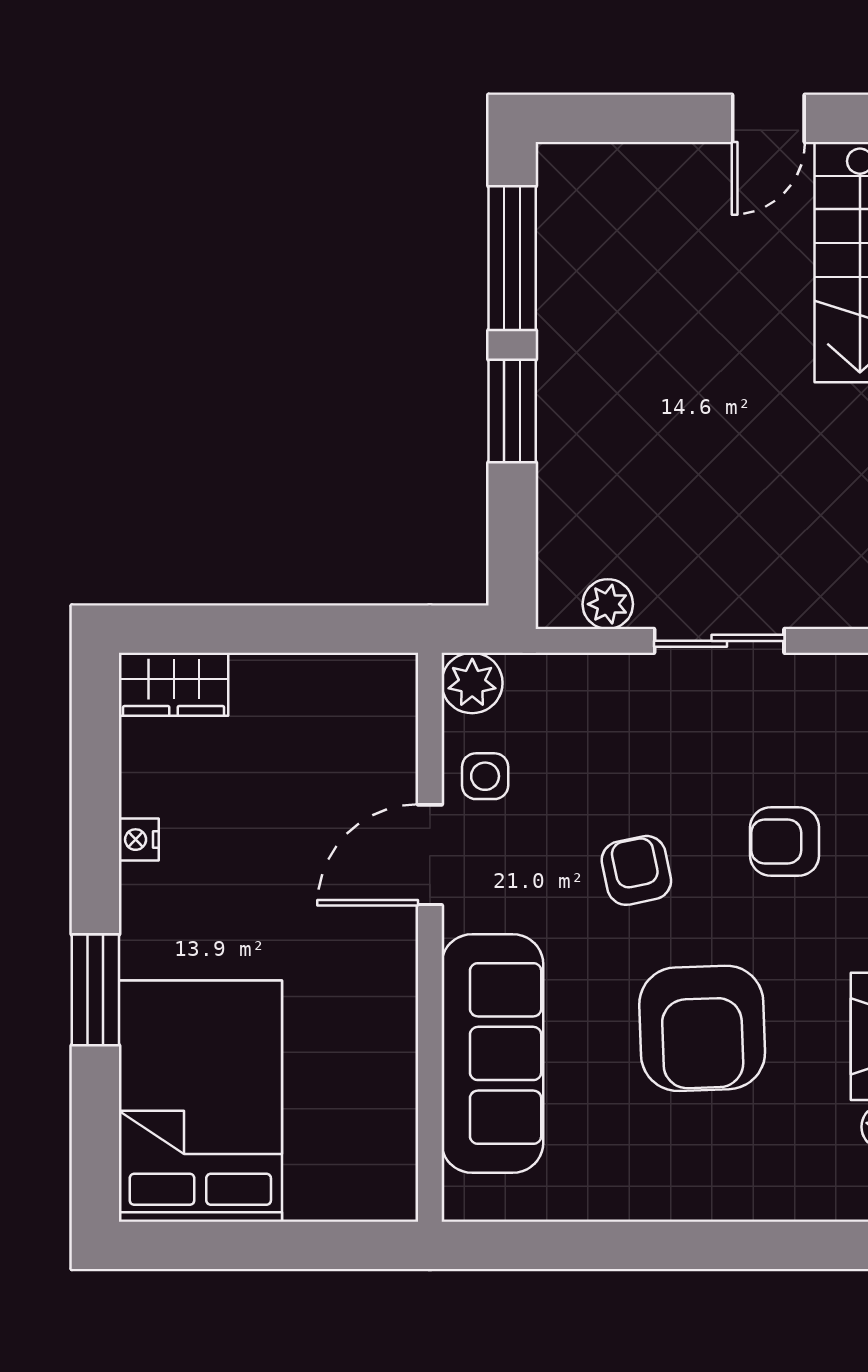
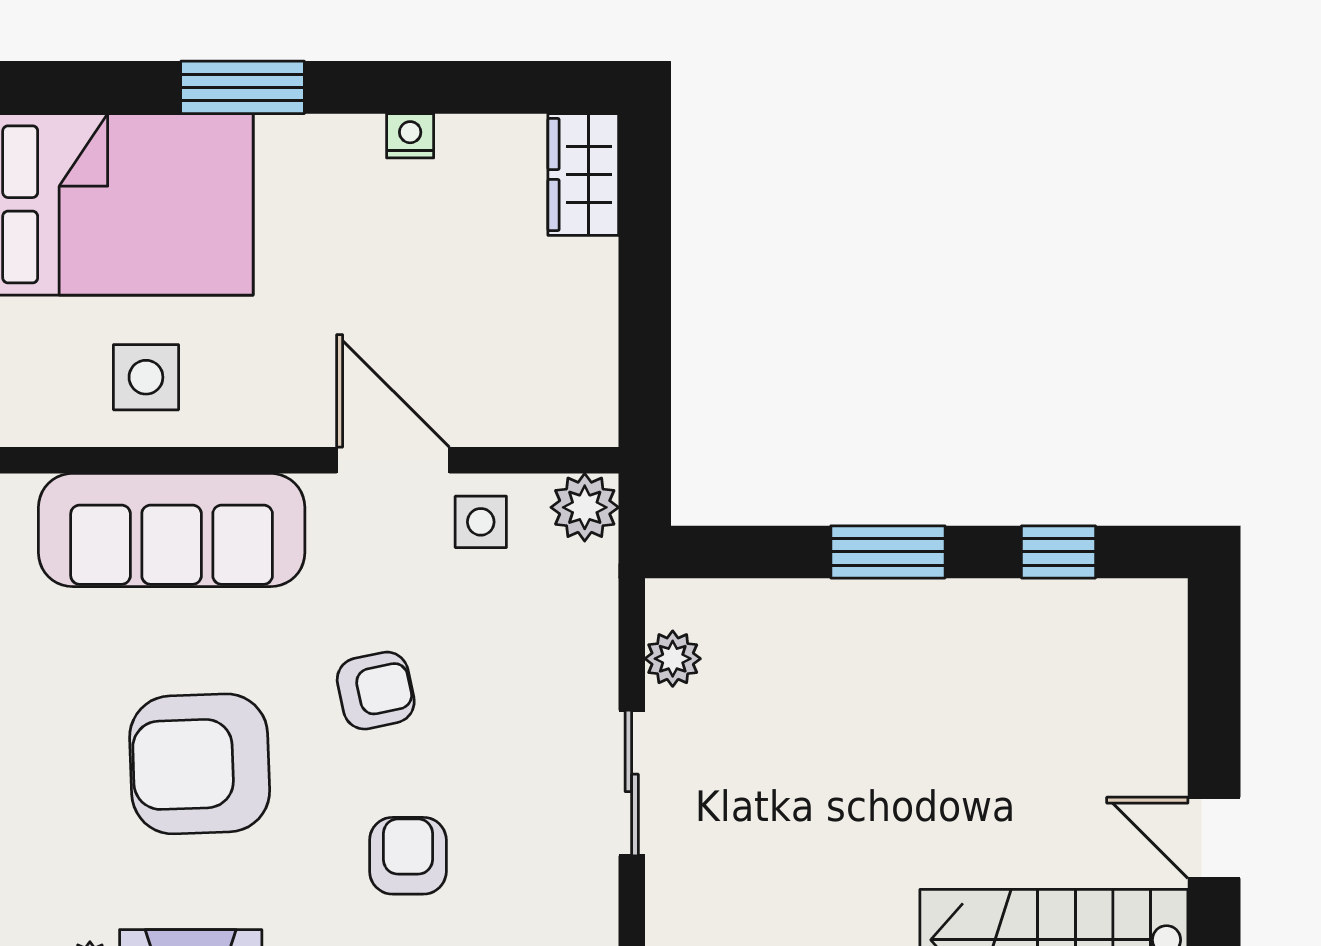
window: (512, 258) -> (1058, 552), width x0.46
side table: (355, 1076) -> (146, 377), added

